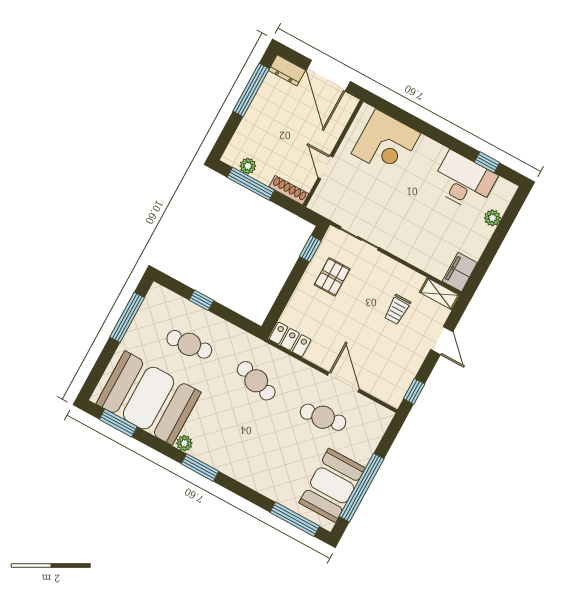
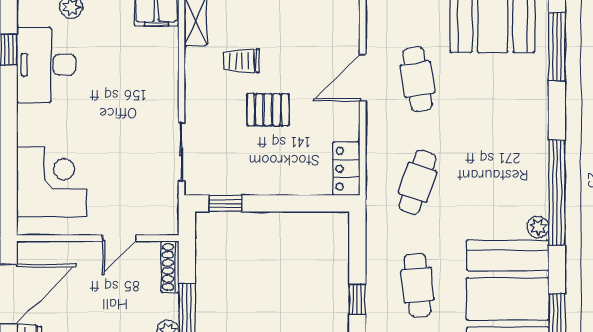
pallet: (332, 277) -> (268, 110), moved
trolley: (397, 309) -> (241, 61), turned 180
window: (200, 468) -> (557, 193), width x2.11

